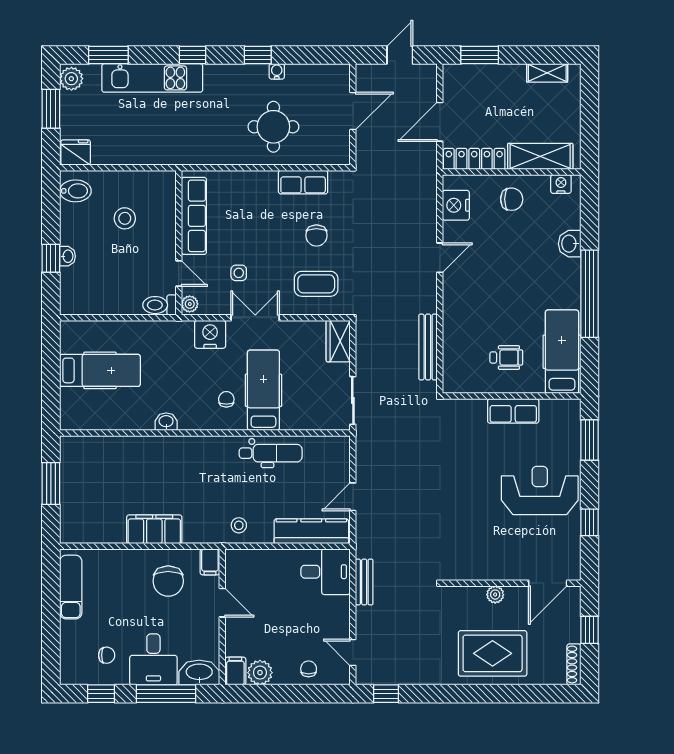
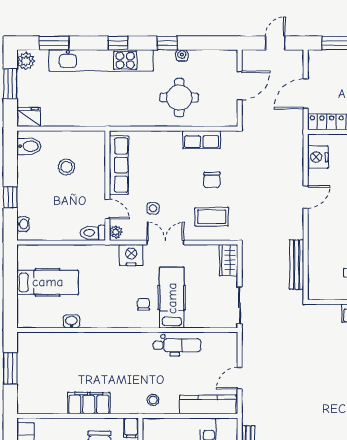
kitchen unit: (152, 78) -> (101, 60), width x1.36
washbasin: (68, 256) -> (23, 224), moved
washbasin: (166, 422) -> (71, 321), moved

